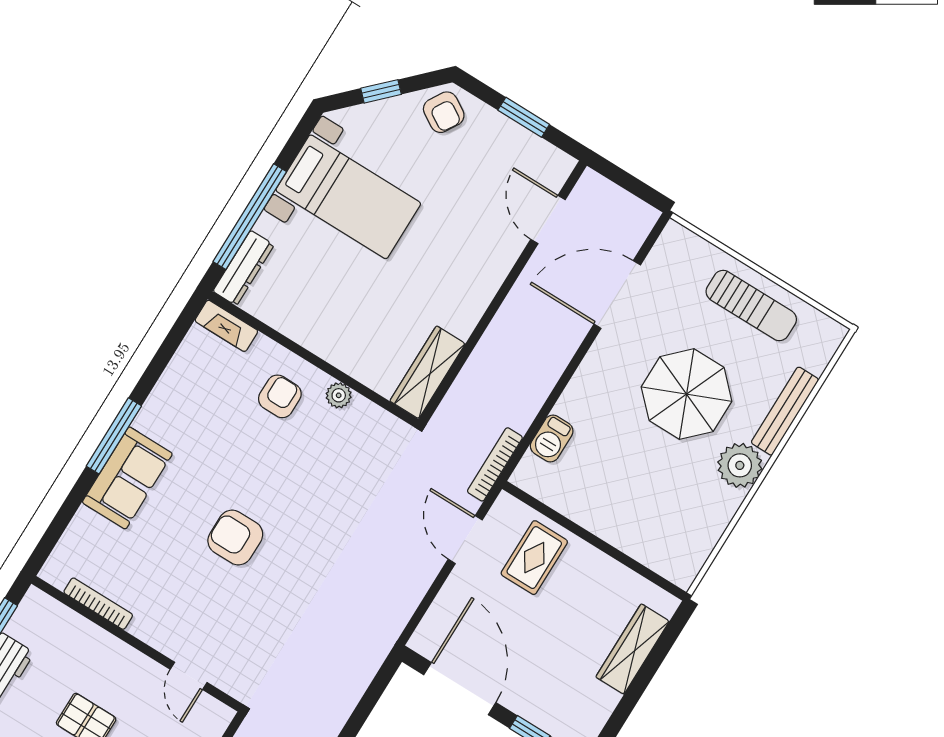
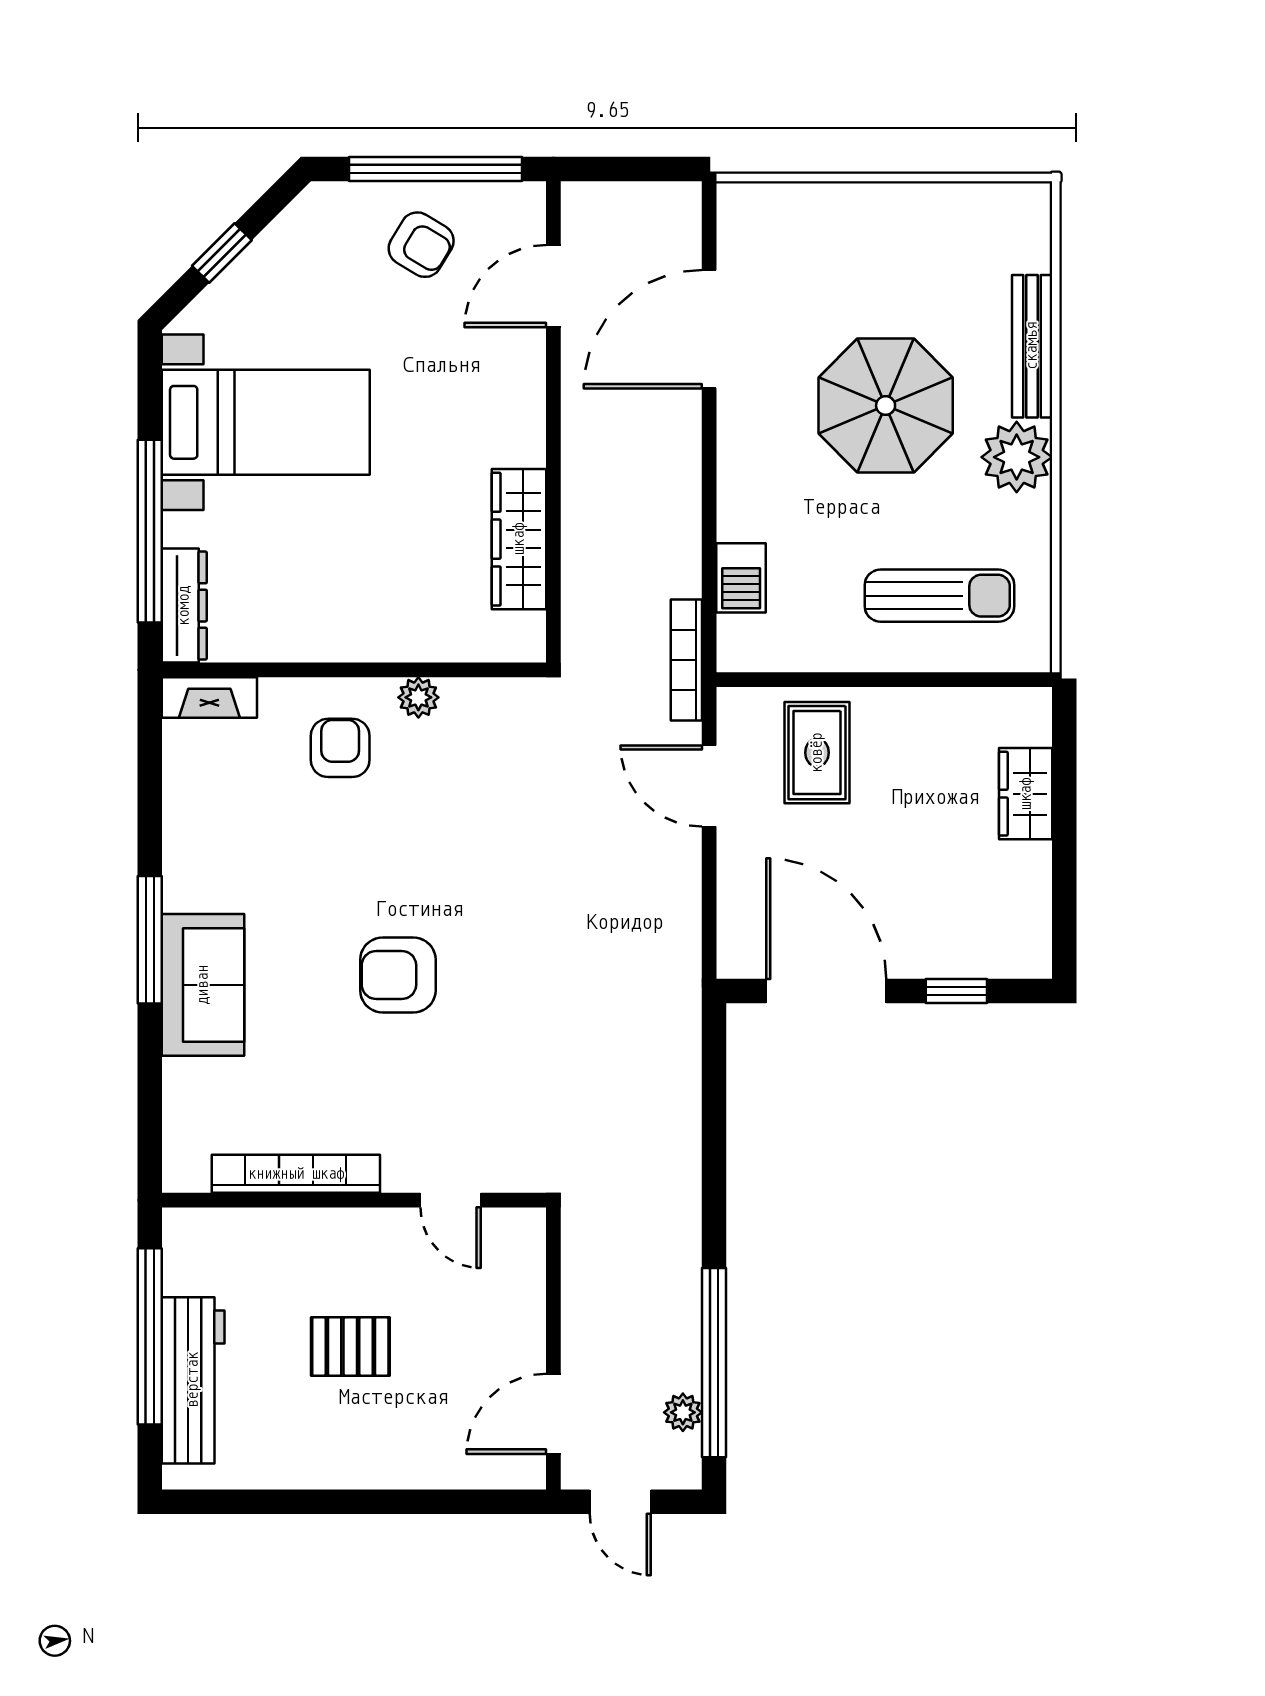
armchair: (444, 112) -> (421, 245), moved
window: (524, 117) -> (435, 169), width x2.11
door: (548, 220) -> (553, 286), hinge flipped
sun lounger: (751, 305) -> (940, 596), moved
wardrobe: (428, 372) -> (519, 539), moved
bookcase: (98, 604) -> (296, 1174), width x1.48, depth x1.31
wardrobe: (633, 649) -> (1026, 794), width x0.67

